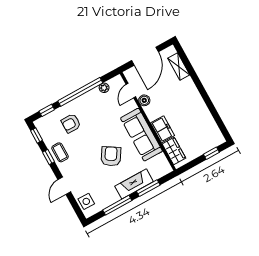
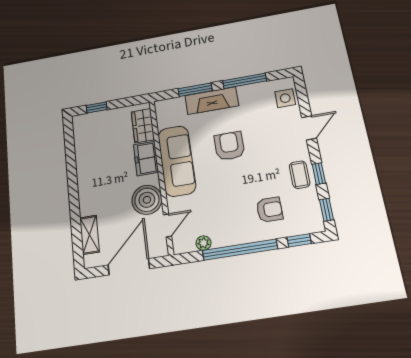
boiler: (144, 100) -> (147, 200), width x1.86, depth x1.86
armchair: (111, 156) -> (229, 146), turned 148

